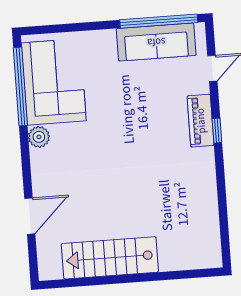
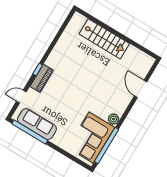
door: (30, 216) -> (141, 89), hinge flipped
stairs: (110, 258) -> (104, 39), moved

